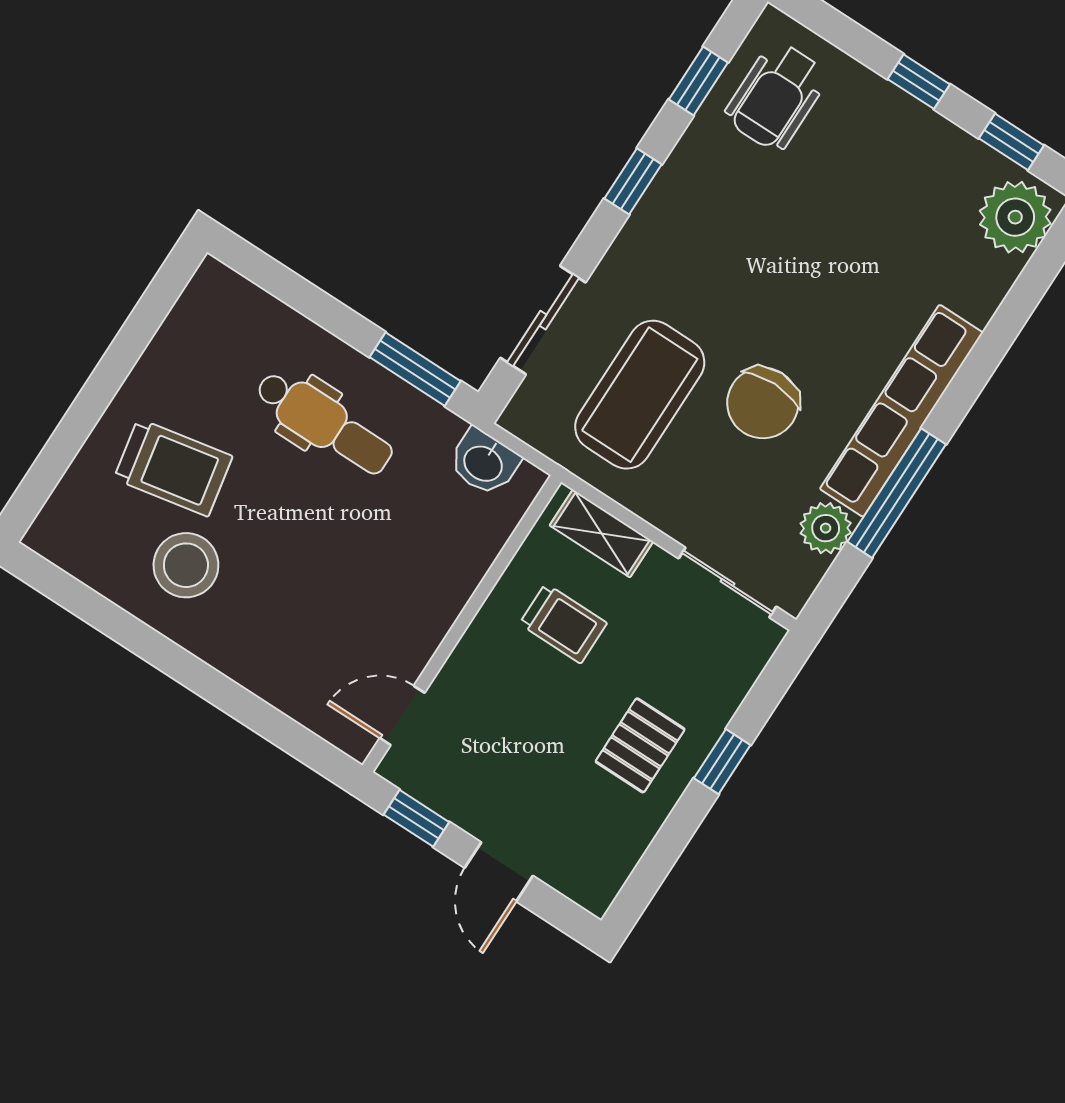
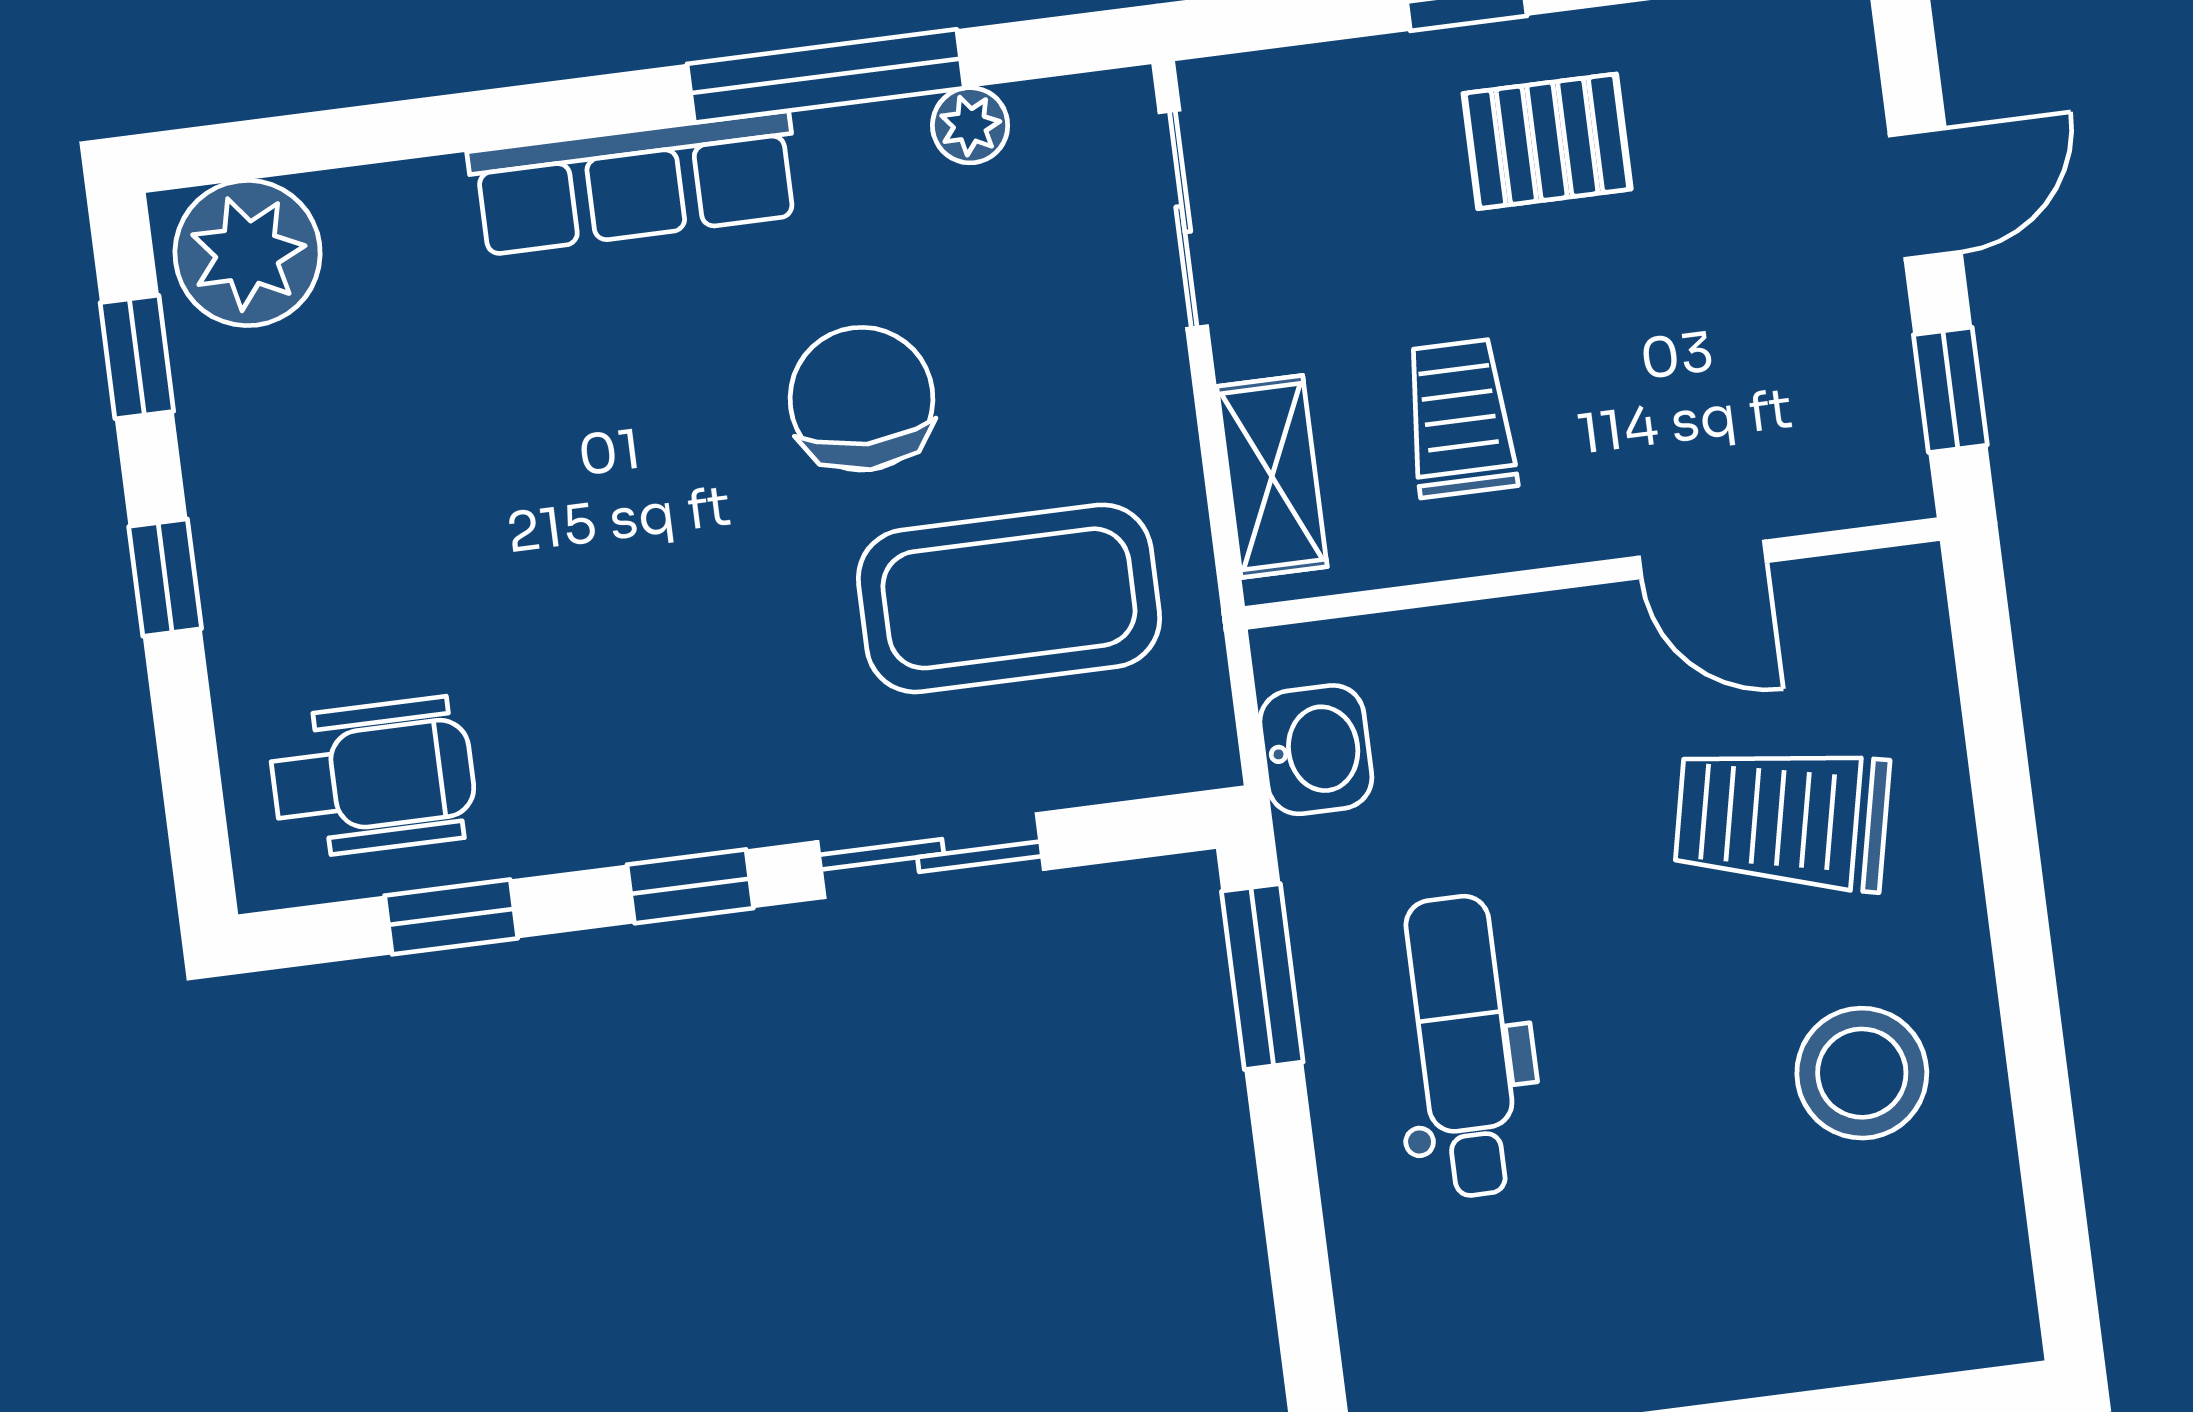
sliding door: (543, 320) -> (931, 856), moved
chair: (763, 403) -> (862, 399), turned -90
row of seats: (901, 411) -> (634, 183), width x0.73
trolley: (173, 468) -> (1782, 818), moved, turned -67
plant: (826, 528) -> (970, 125), width x0.73, depth x0.73
door: (402, 715) -> (1703, 559), moved

